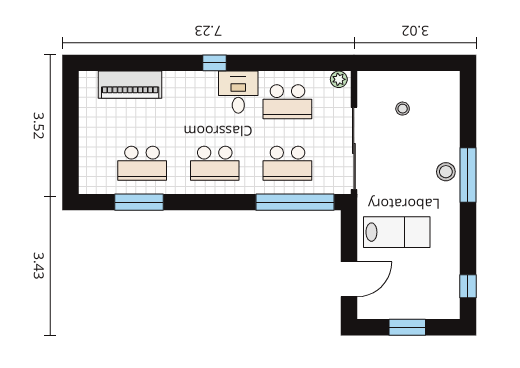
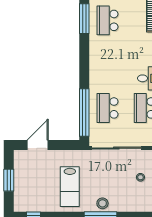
school desk: (215, 163) -> (108, 64), removed
lab bench: (397, 232) -> (70, 187), moved
door: (349, 279) -> (38, 145), swing flipped

